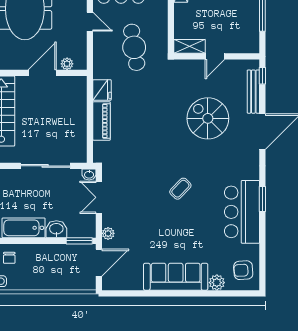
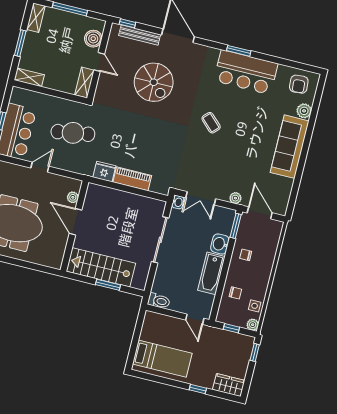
boiler: (238, 44) -> (93, 39), added
spiral stairs: (208, 118) -> (154, 82), turned -90
chair: (52, 259) -> (246, 255), added

